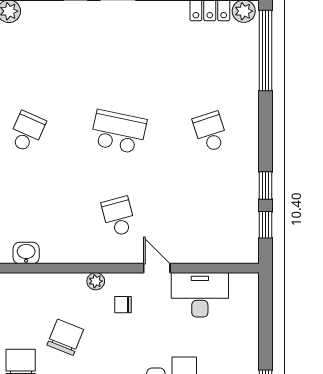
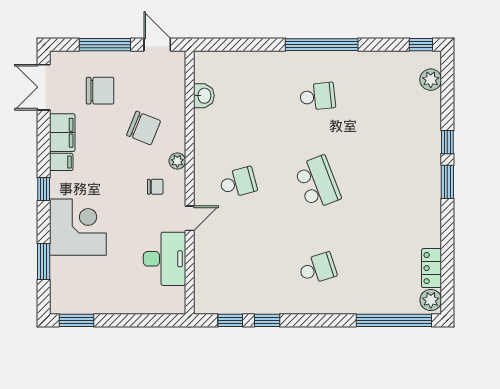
school desk: (27, 132) -> (317, 96), turned -30
school desk: (119, 132) -> (317, 182), turned -33
chair: (123, 305) -> (155, 187), turned 90
chair: (65, 337) -> (144, 128), moved

